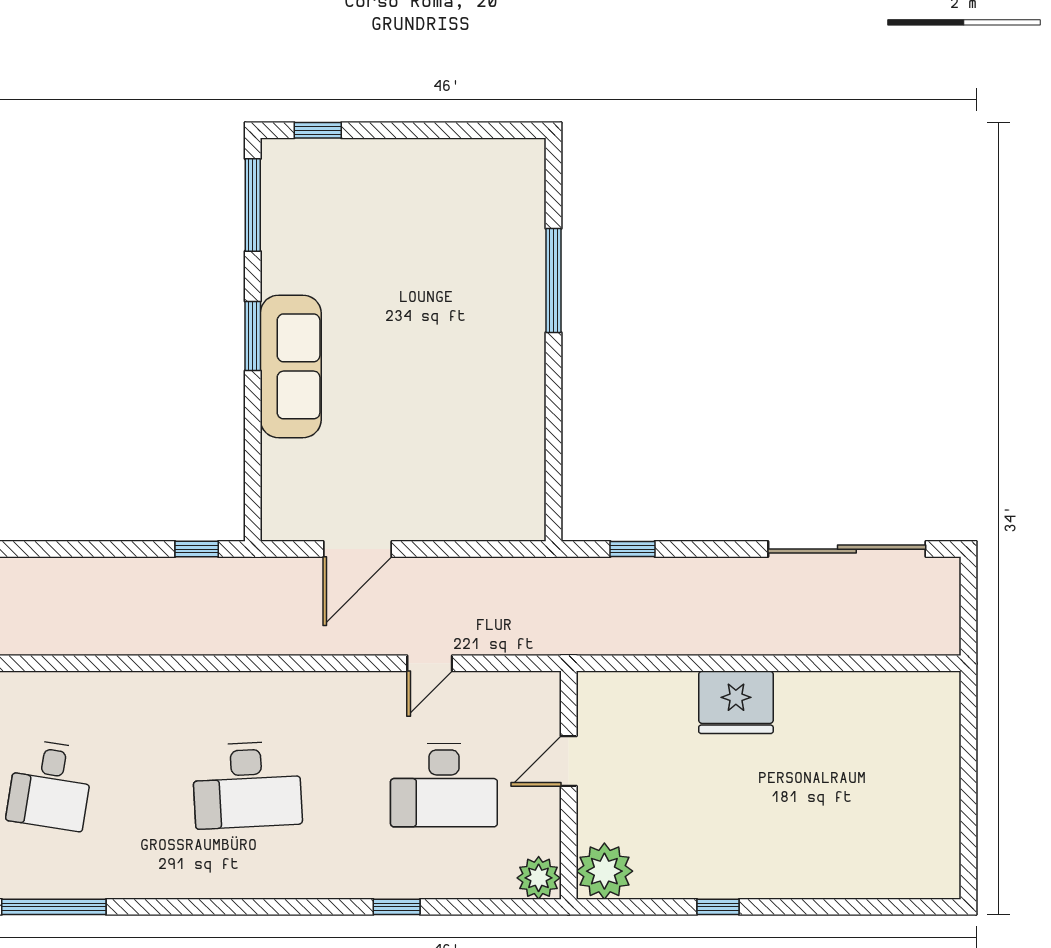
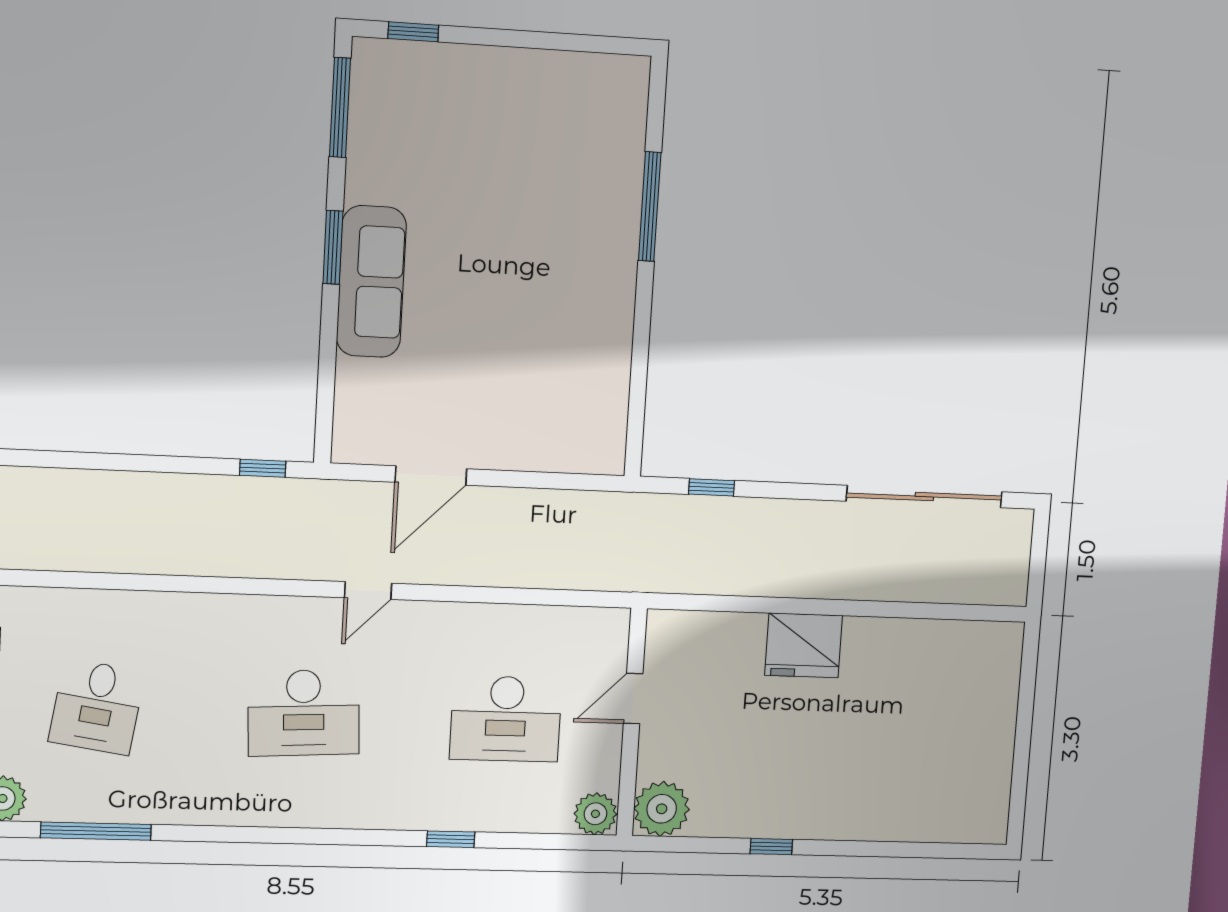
door: (430, 663) -> (368, 591), moved

